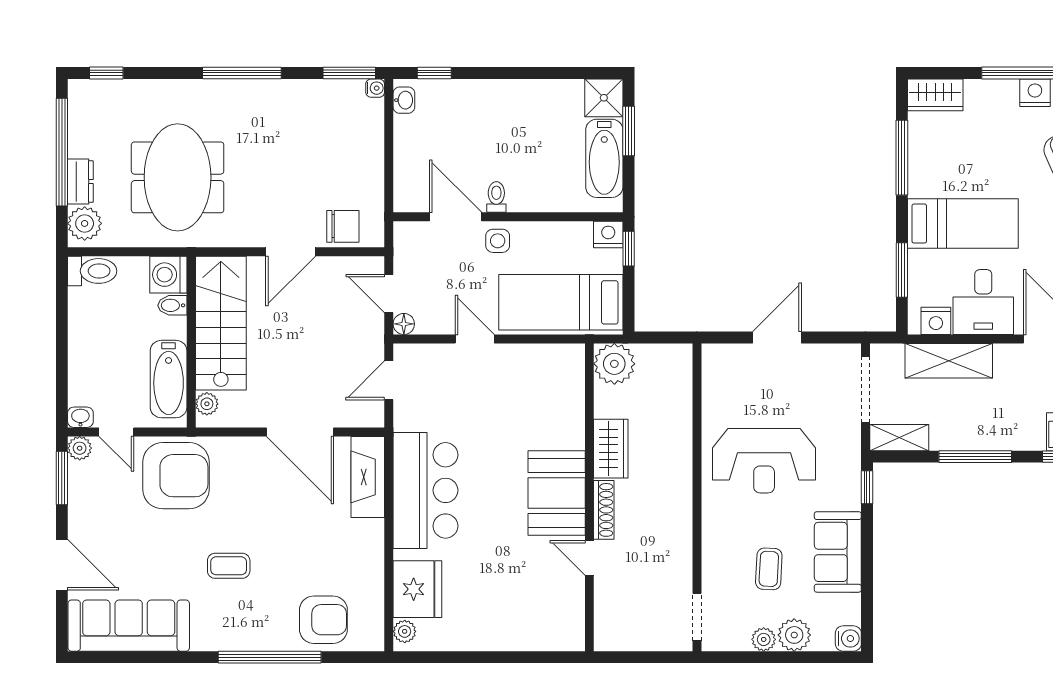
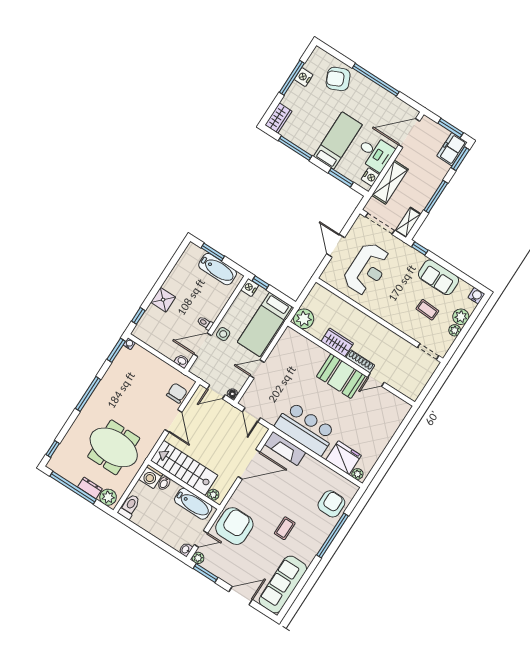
shower: (604, 98) -> (163, 300), moved
washbasin: (404, 100) -> (182, 361), moved
reception desk: (764, 461) -> (367, 269), moved

